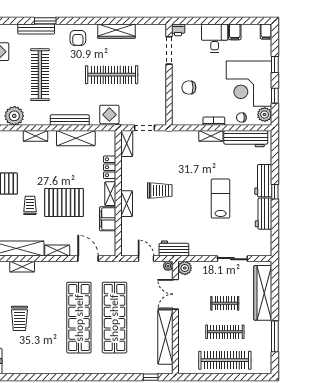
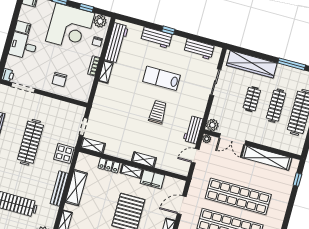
trolley: (160, 190) -> (158, 112), moved
workbench: (264, 214) -> (199, 49), moved

